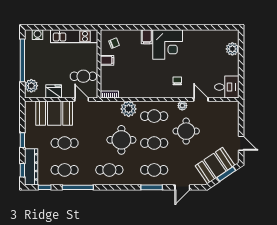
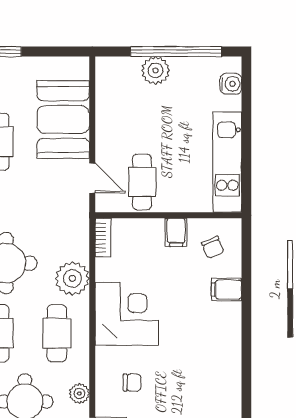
filing cabinet: (147, 37) -> (226, 289), moved
corner desk: (168, 45) -> (127, 314), moved, turned 180
plant: (31, 86) -> (156, 70), moved
fridge: (54, 91) -> (110, 118), removed
door: (82, 100) -> (92, 178), hinge flipped

